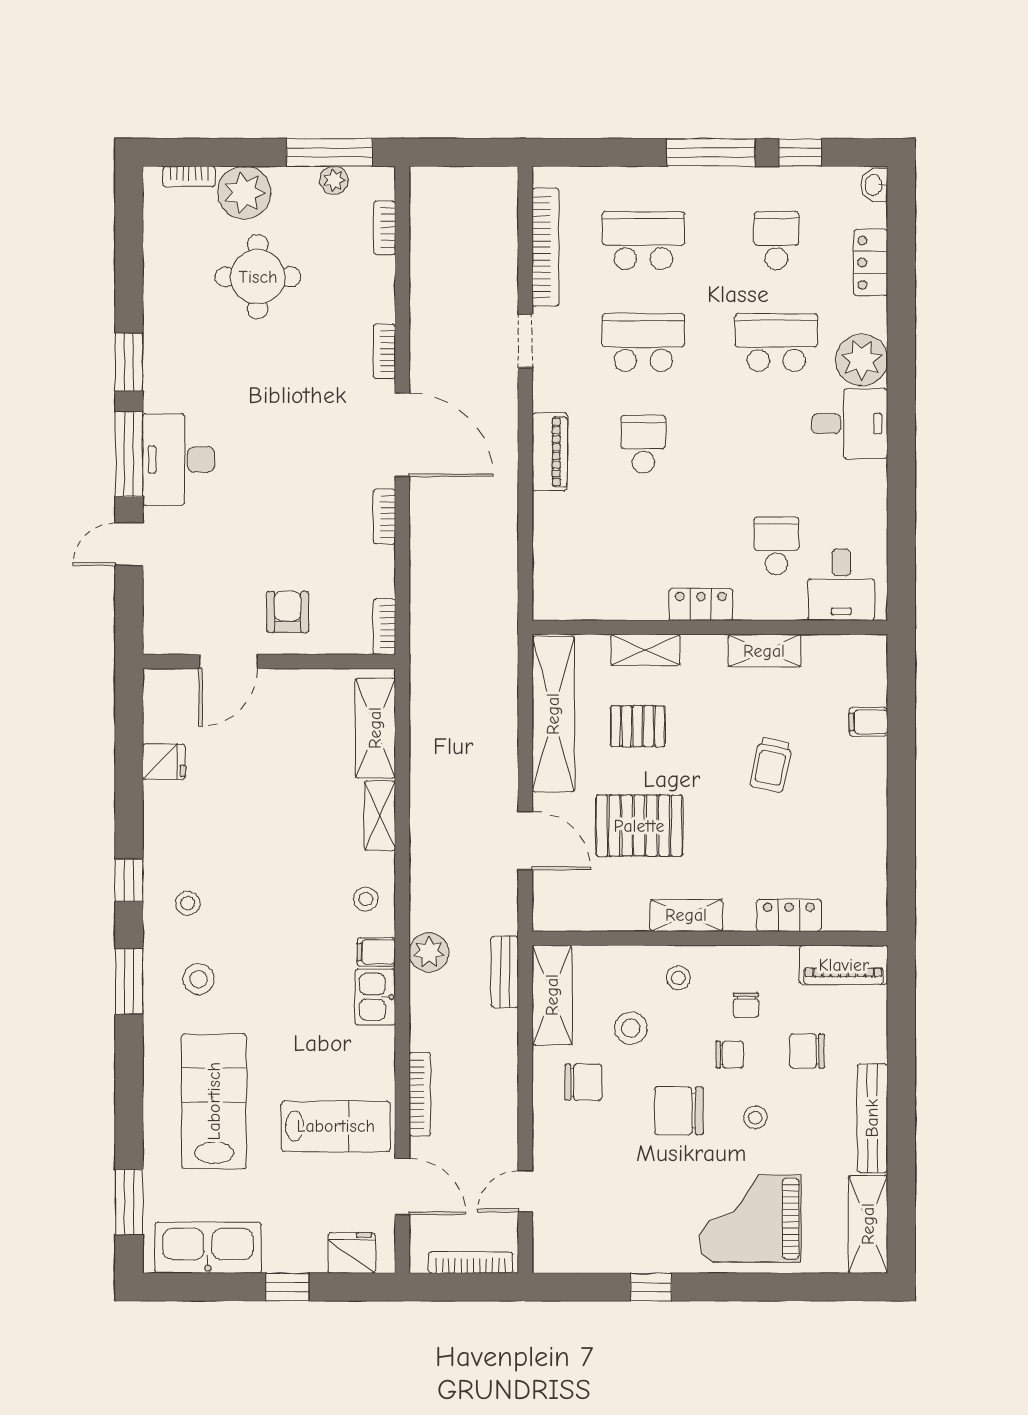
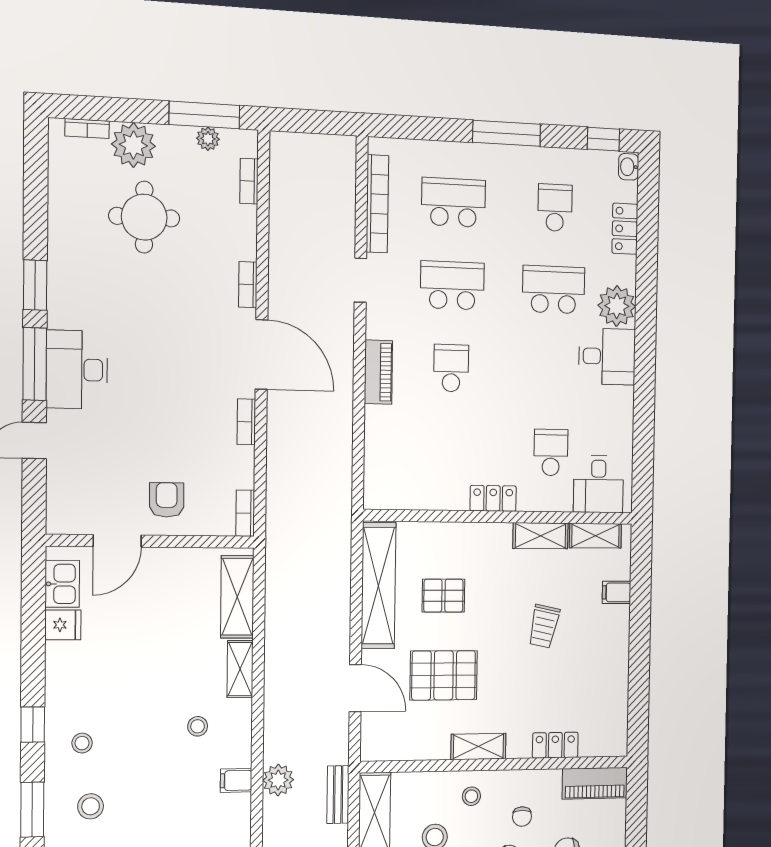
window: (800, 152) -> (603, 139), moved
shelving: (645, 650) -> (595, 536), moved
stool: (366, 899) -> (198, 726), moved
kitchen sink: (375, 997) -> (62, 584), moved, turned 180

